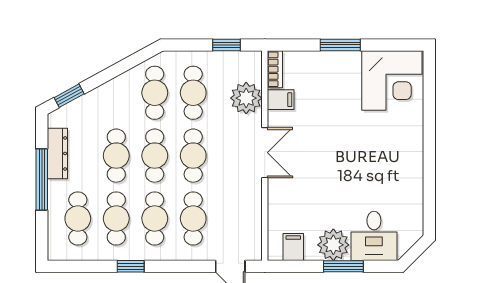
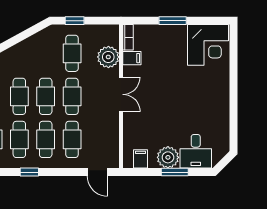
window: (227, 45) -> (75, 21), moved
cafe table: (155, 93) -> (46, 53), removed

